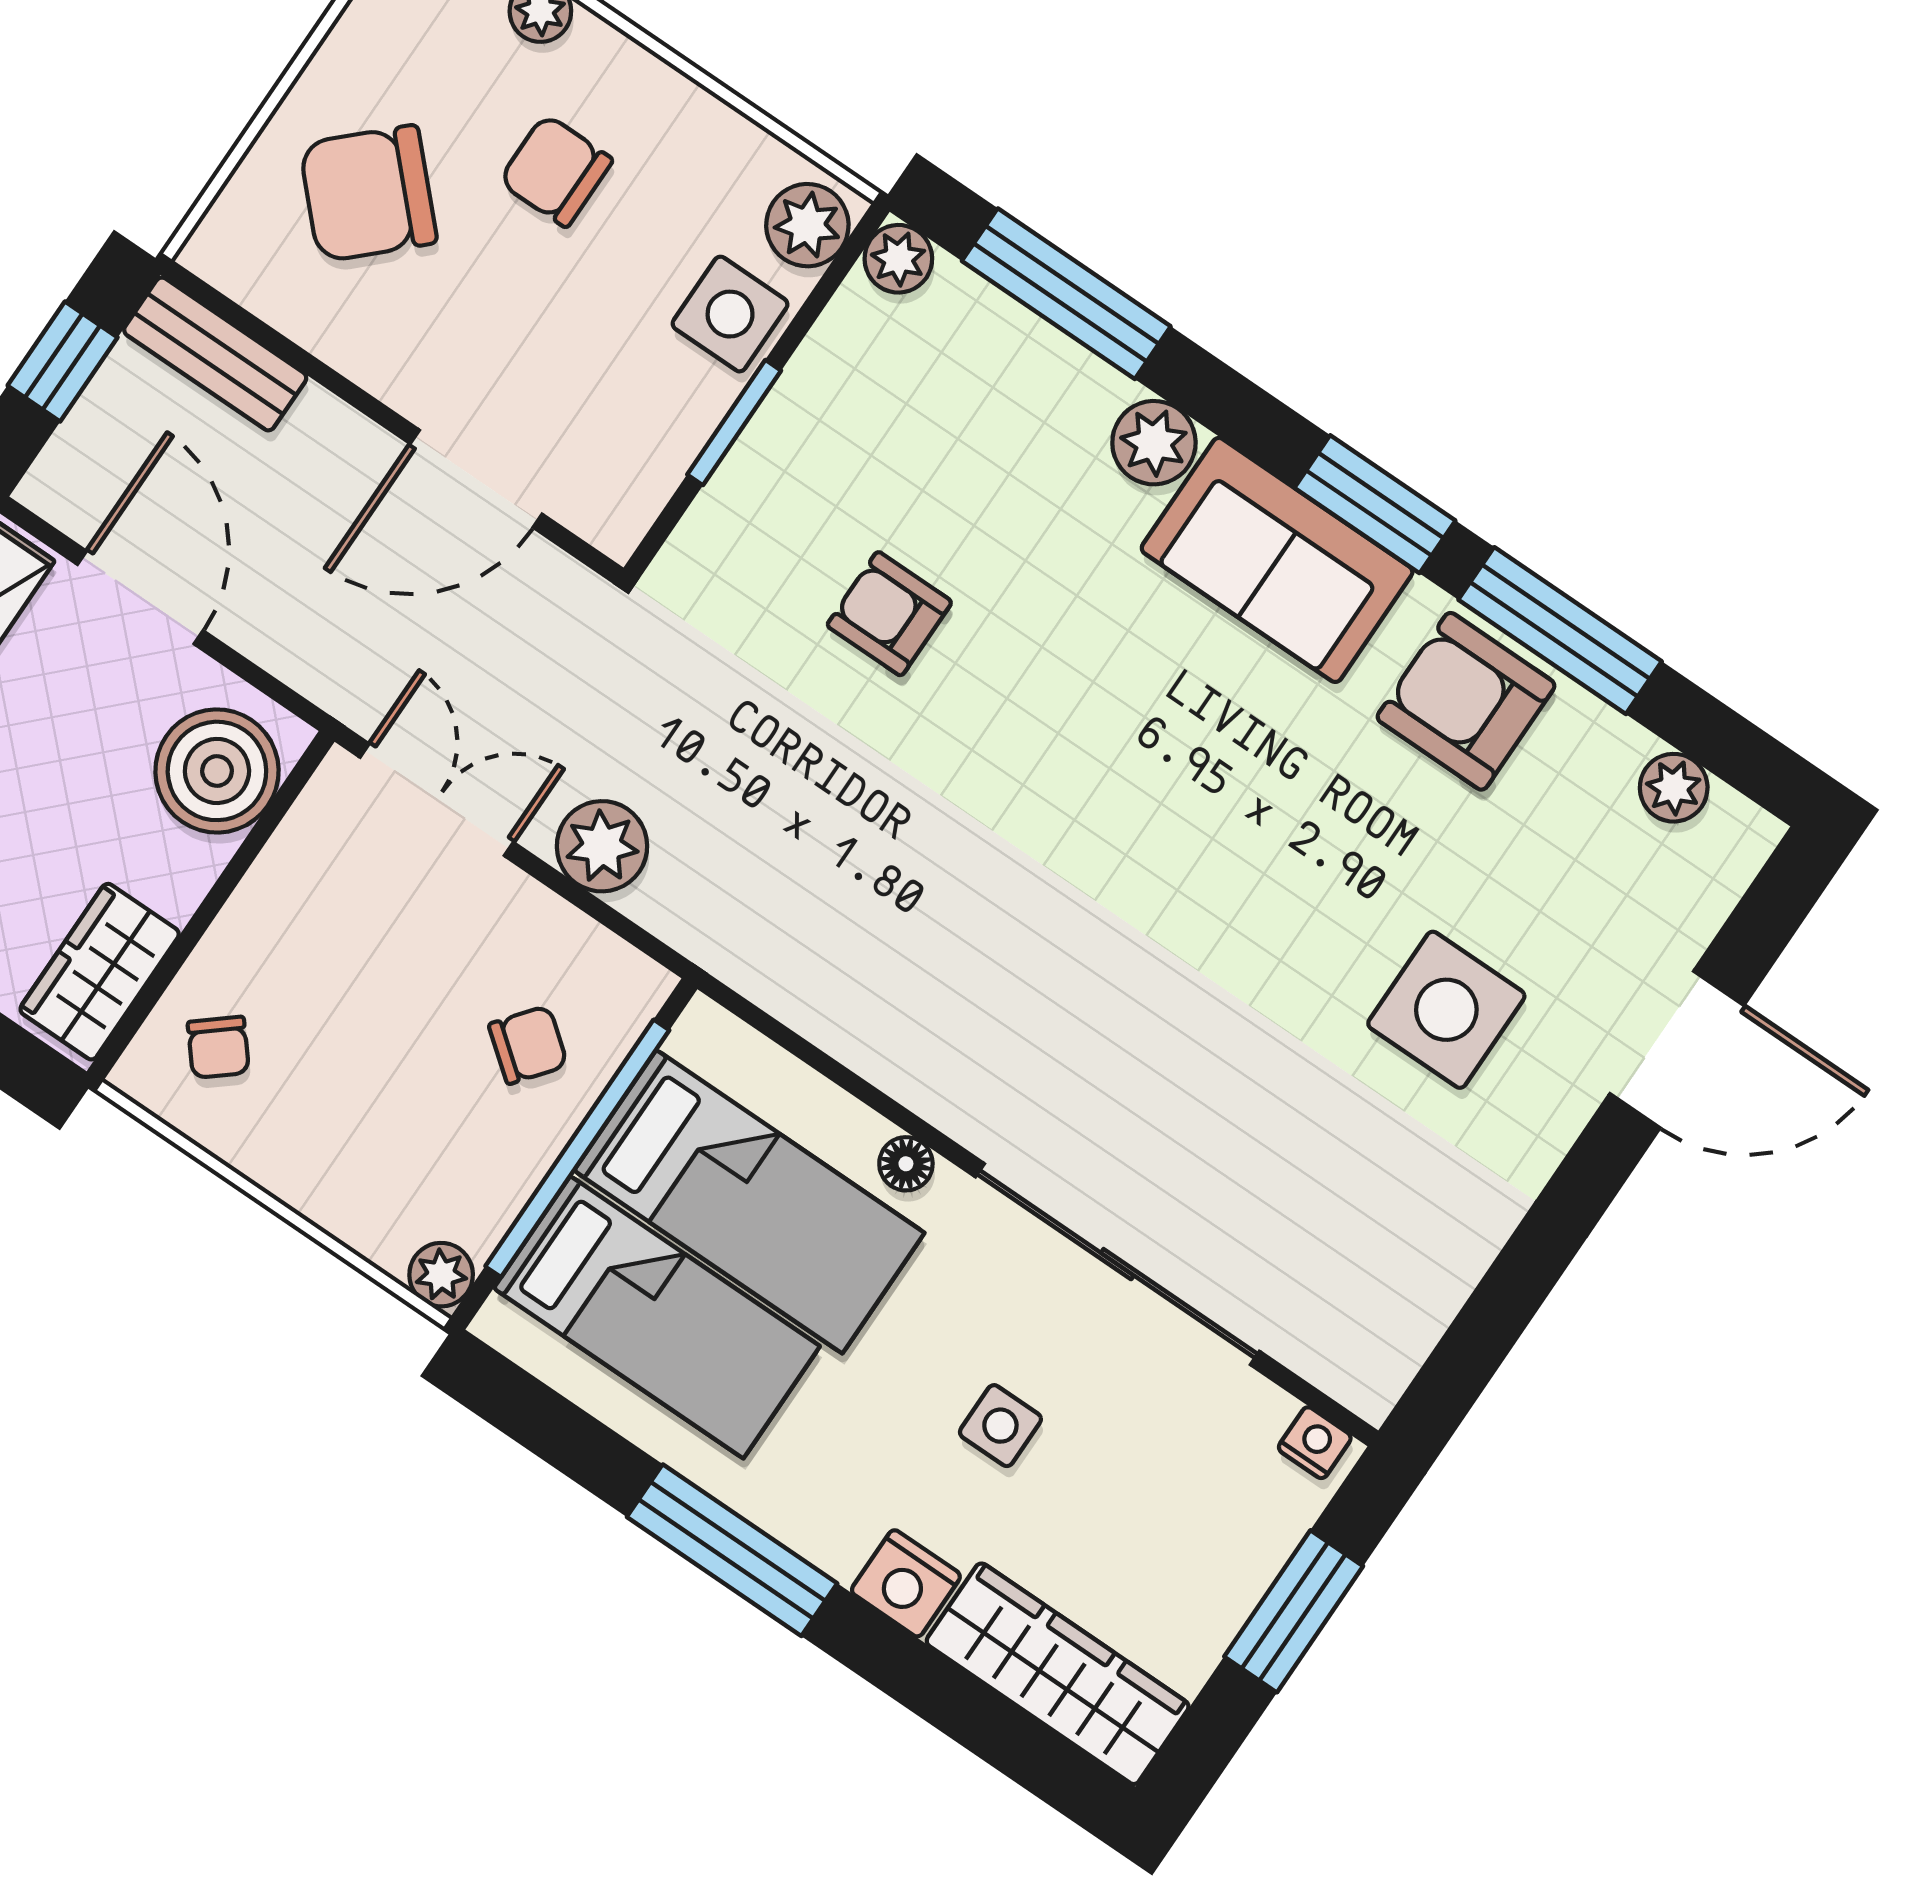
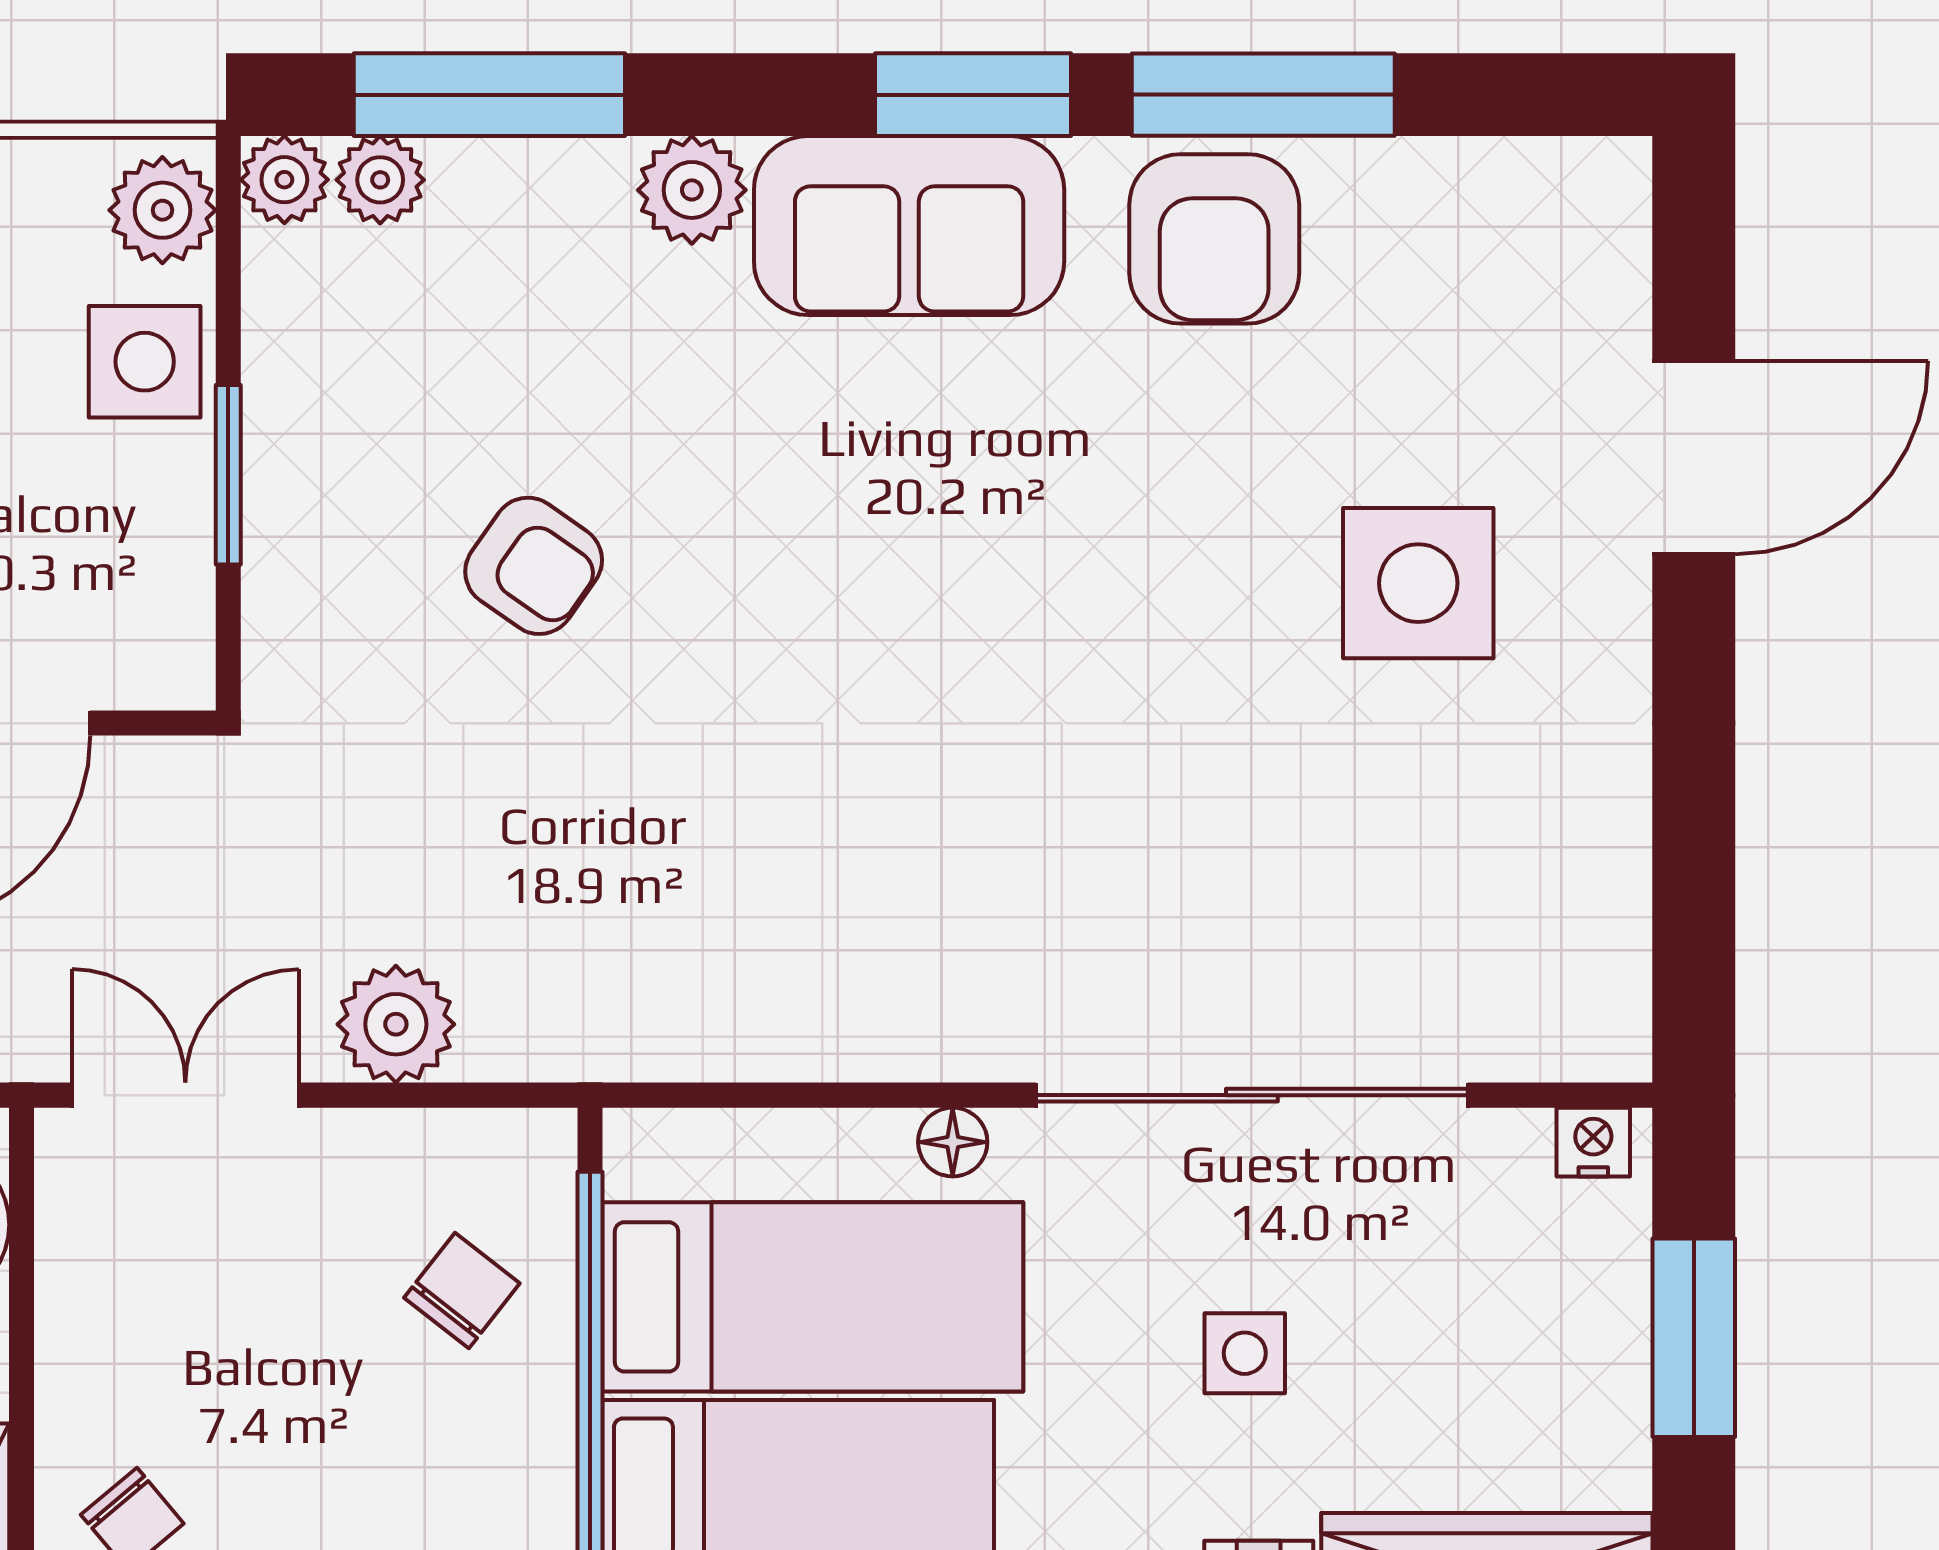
armchair: (889, 614) -> (534, 566), turned -145
armchair: (1466, 701) -> (1214, 239), turned -90
plant: (1674, 788) -> (380, 180), moved

